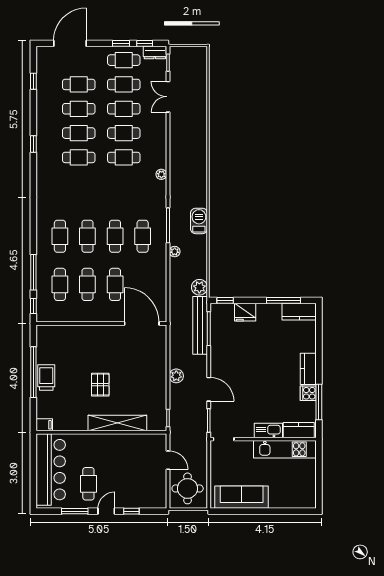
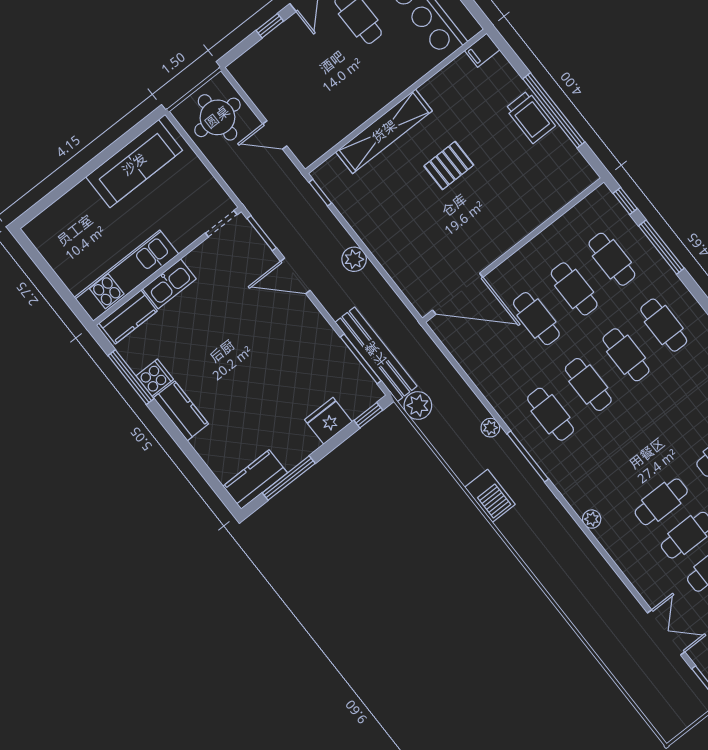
pallet: (100, 385) -> (449, 166), turned 90

